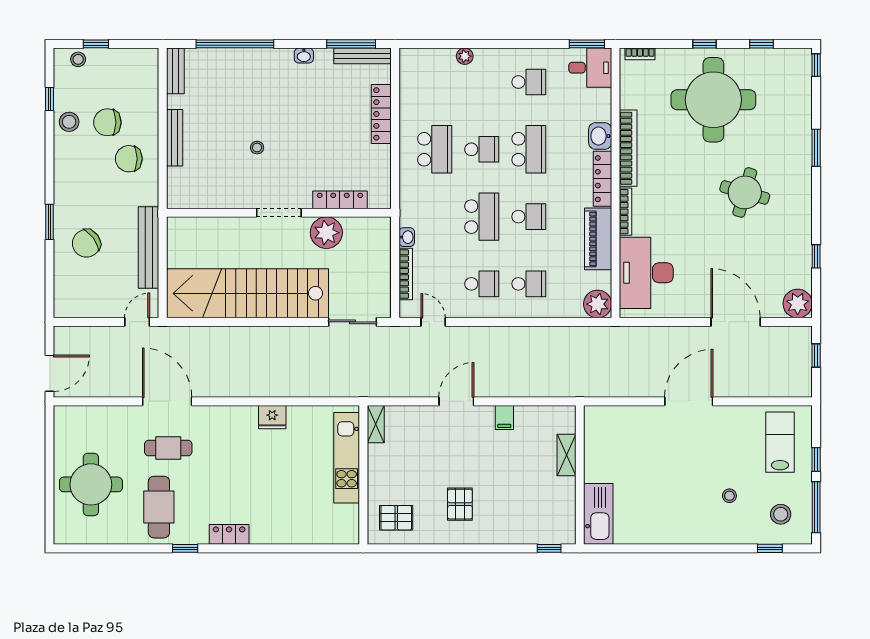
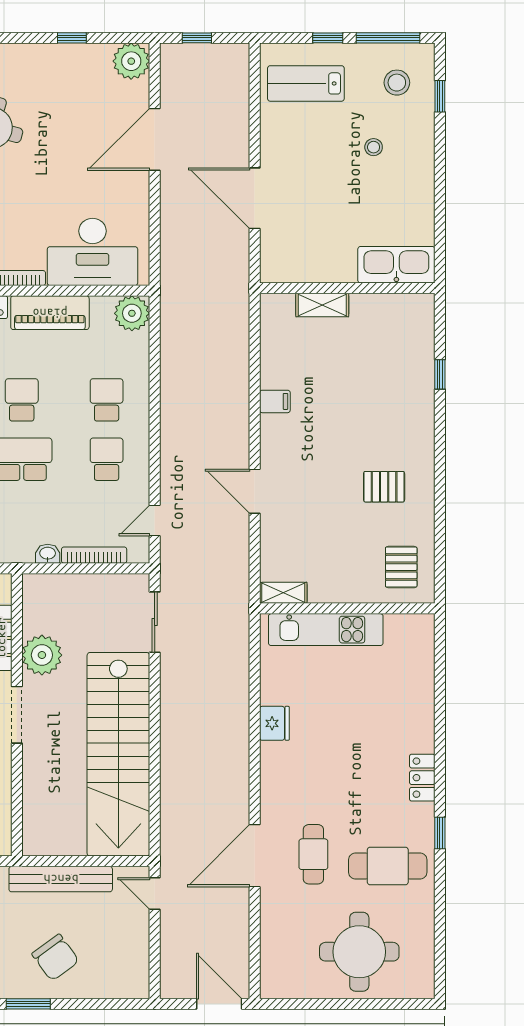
filing cabinet: (504, 417) -> (275, 401), moved
shelving: (566, 455) -> (322, 305), moved
wall: (580, 475) -> (347, 288), moved
kitchen sink: (598, 514) -> (396, 265), moved

